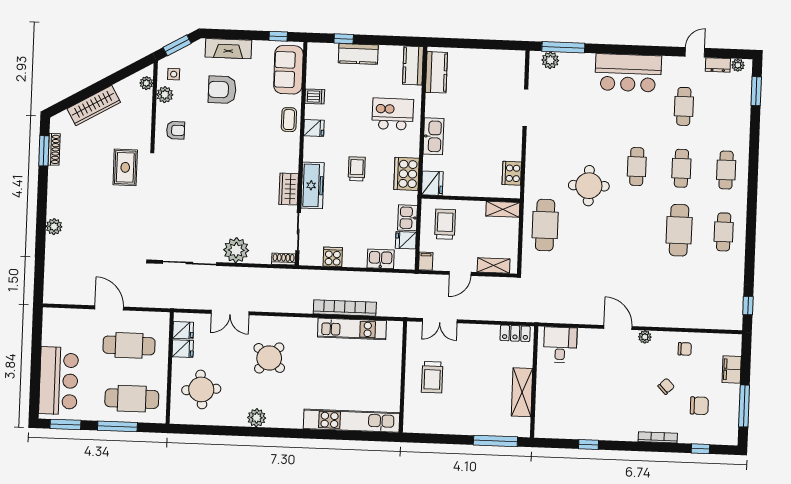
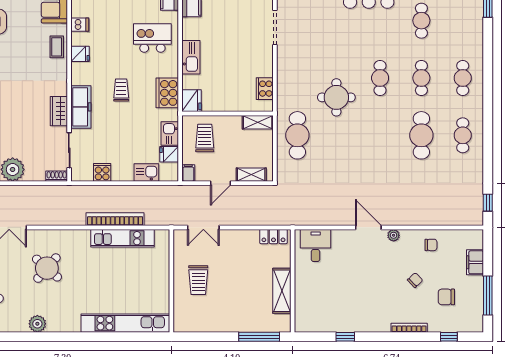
chair: (699, 406) -> (446, 297), turned 180

